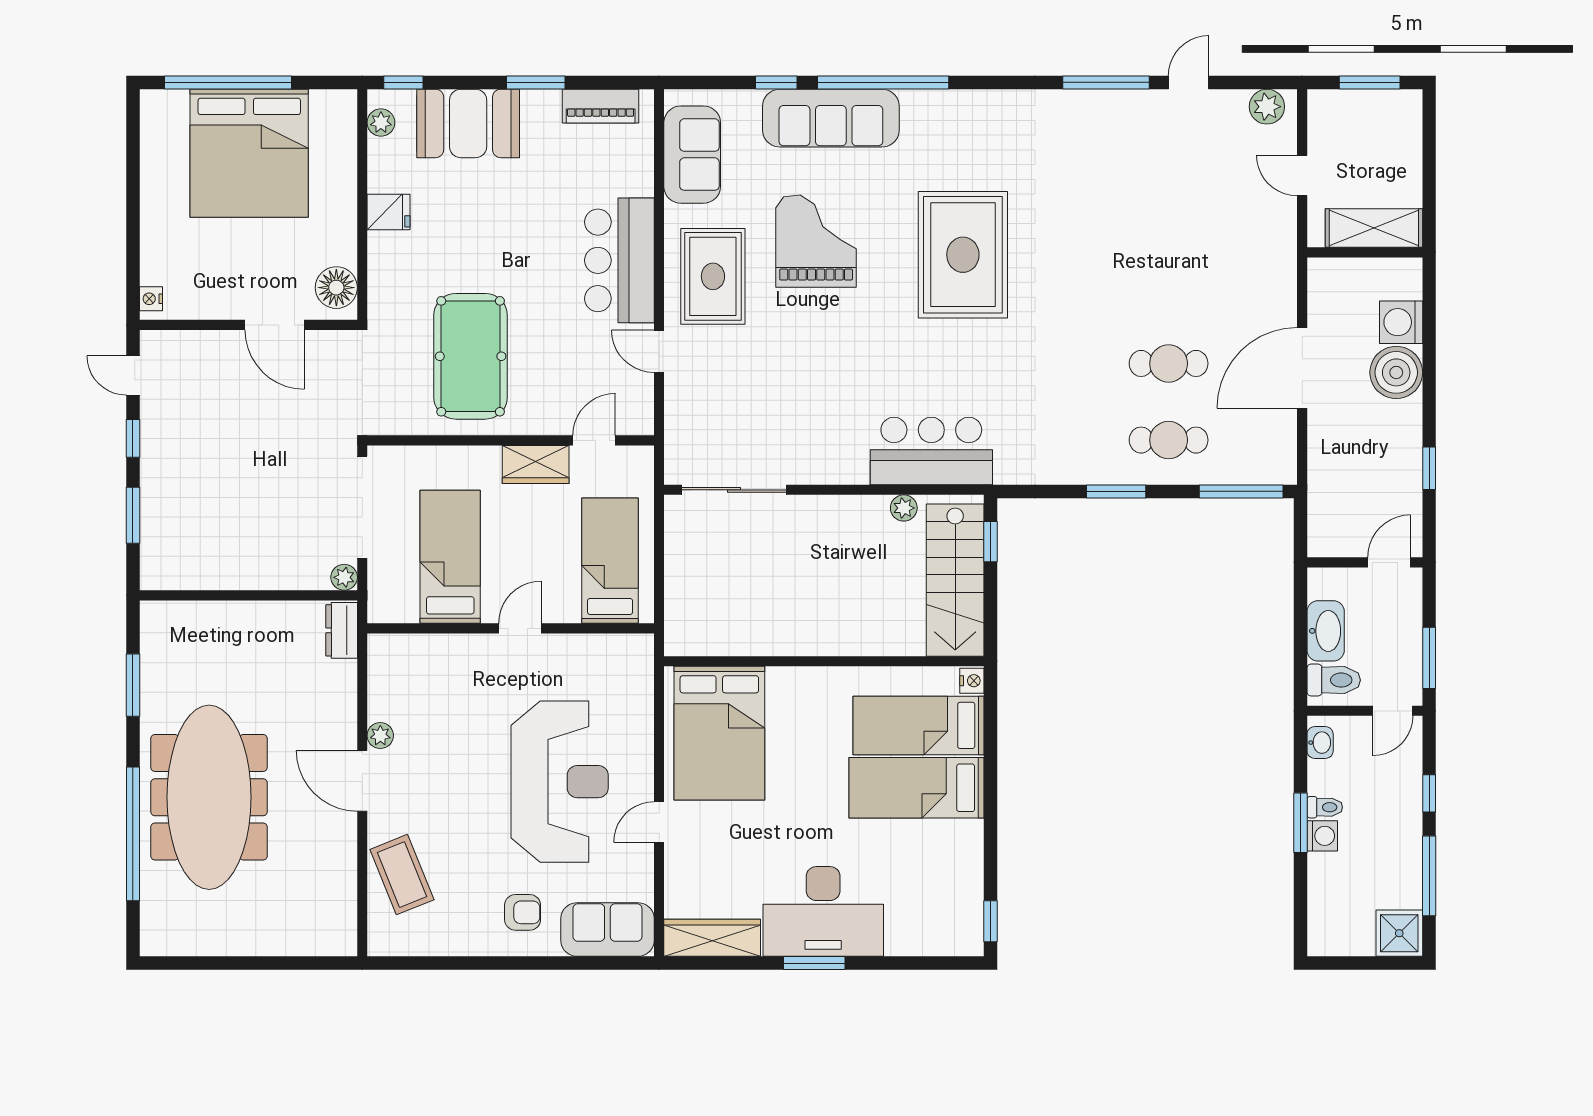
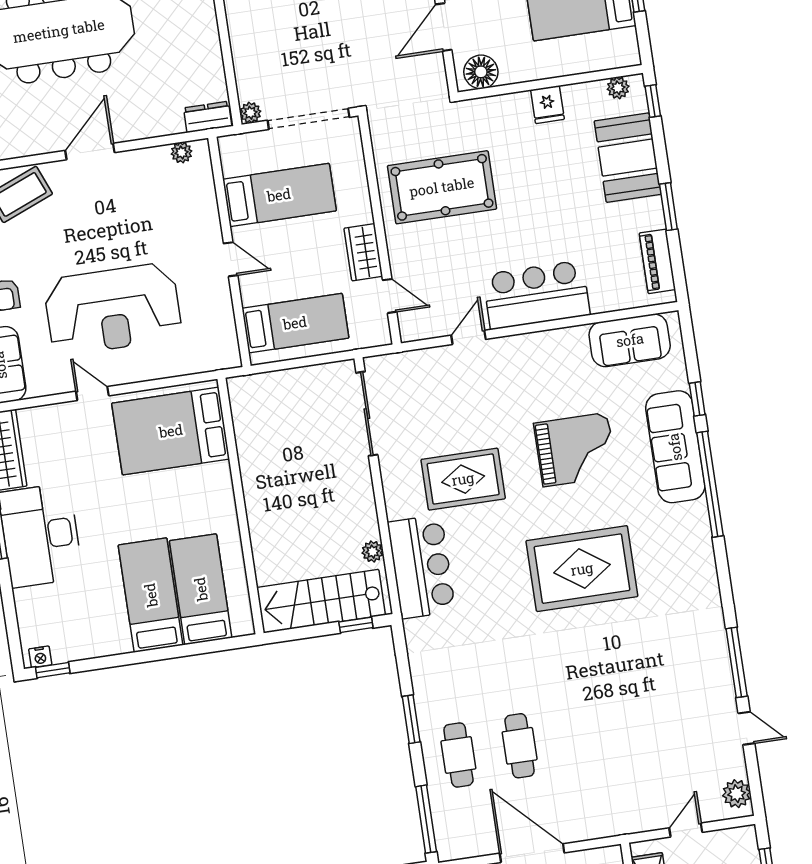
rug: (713, 276) -> (463, 479), moved
nightstand: (972, 681) -> (40, 657), moved
plant: (380, 736) -> (182, 153), moved

